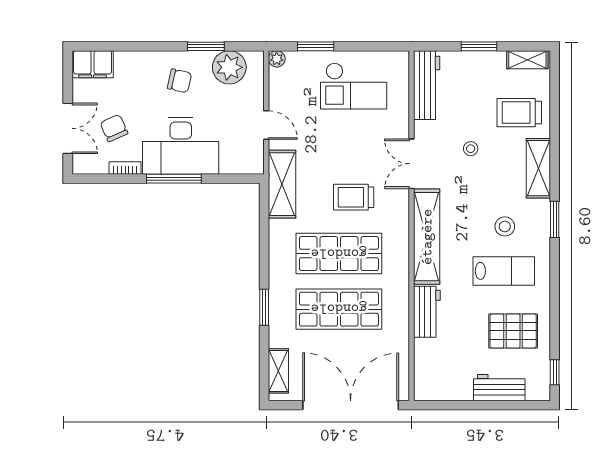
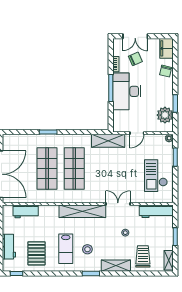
chair: (179, 81) -> (166, 71), moved
trolley: (354, 197) -> (102, 176), removed
workbench: (427, 312) -> (26, 211), moved
shelving: (278, 371) -> (17, 139), removed

